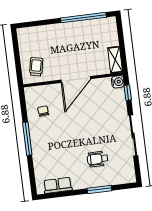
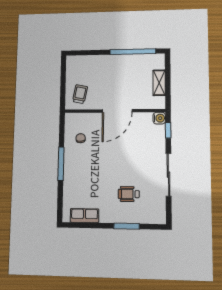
shelving: (115, 60) -> (159, 83), moved

